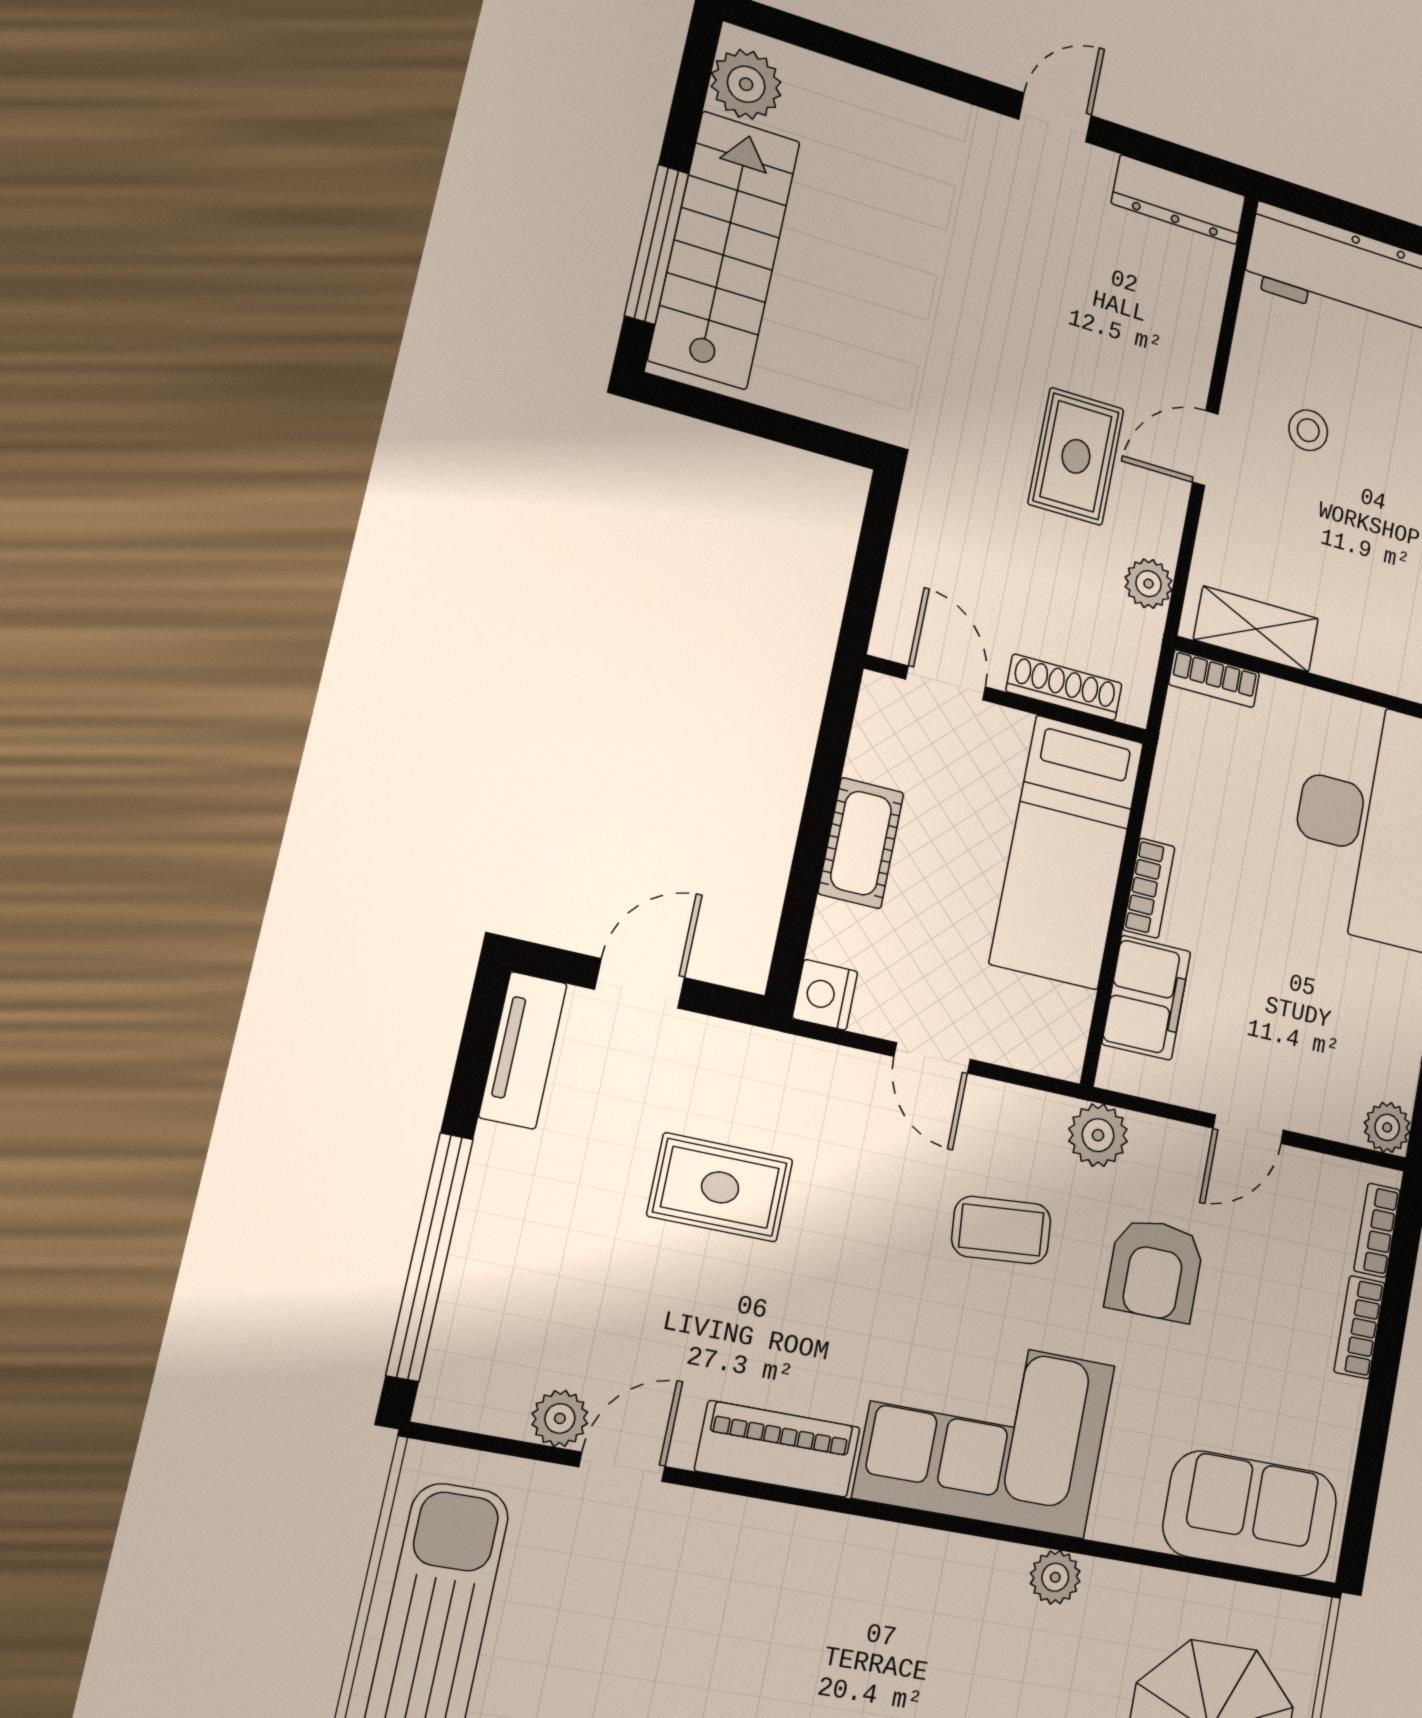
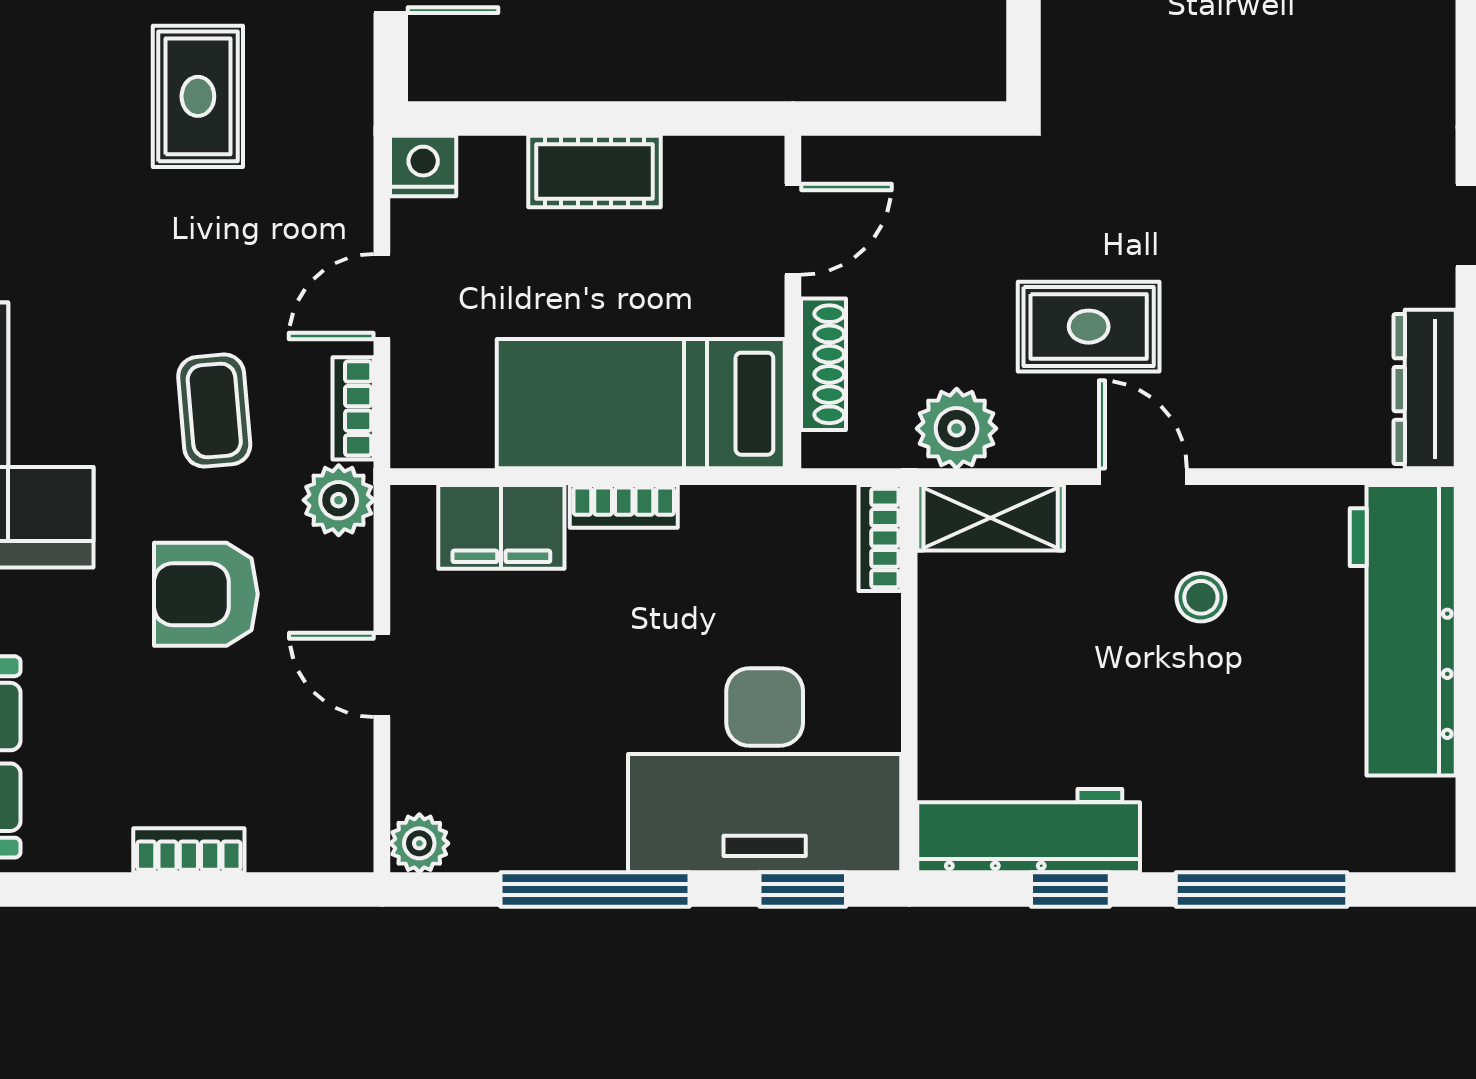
plant: (1149, 584) -> (957, 429), width x1.38, depth x1.38
shelving: (1256, 629) -> (991, 518), moved, turned 90
bookcase: (1377, 1230) -> (353, 408), moved, turned -90

